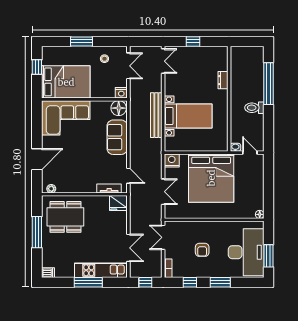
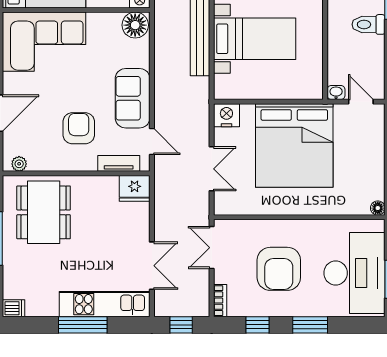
sofa: (117, 137) -> (133, 98), moved
armchair: (86, 168) -> (79, 128), added
dining table: (65, 217) -> (44, 212), turned 90
armchair: (202, 250) -> (279, 269), width x1.88, depth x1.88

